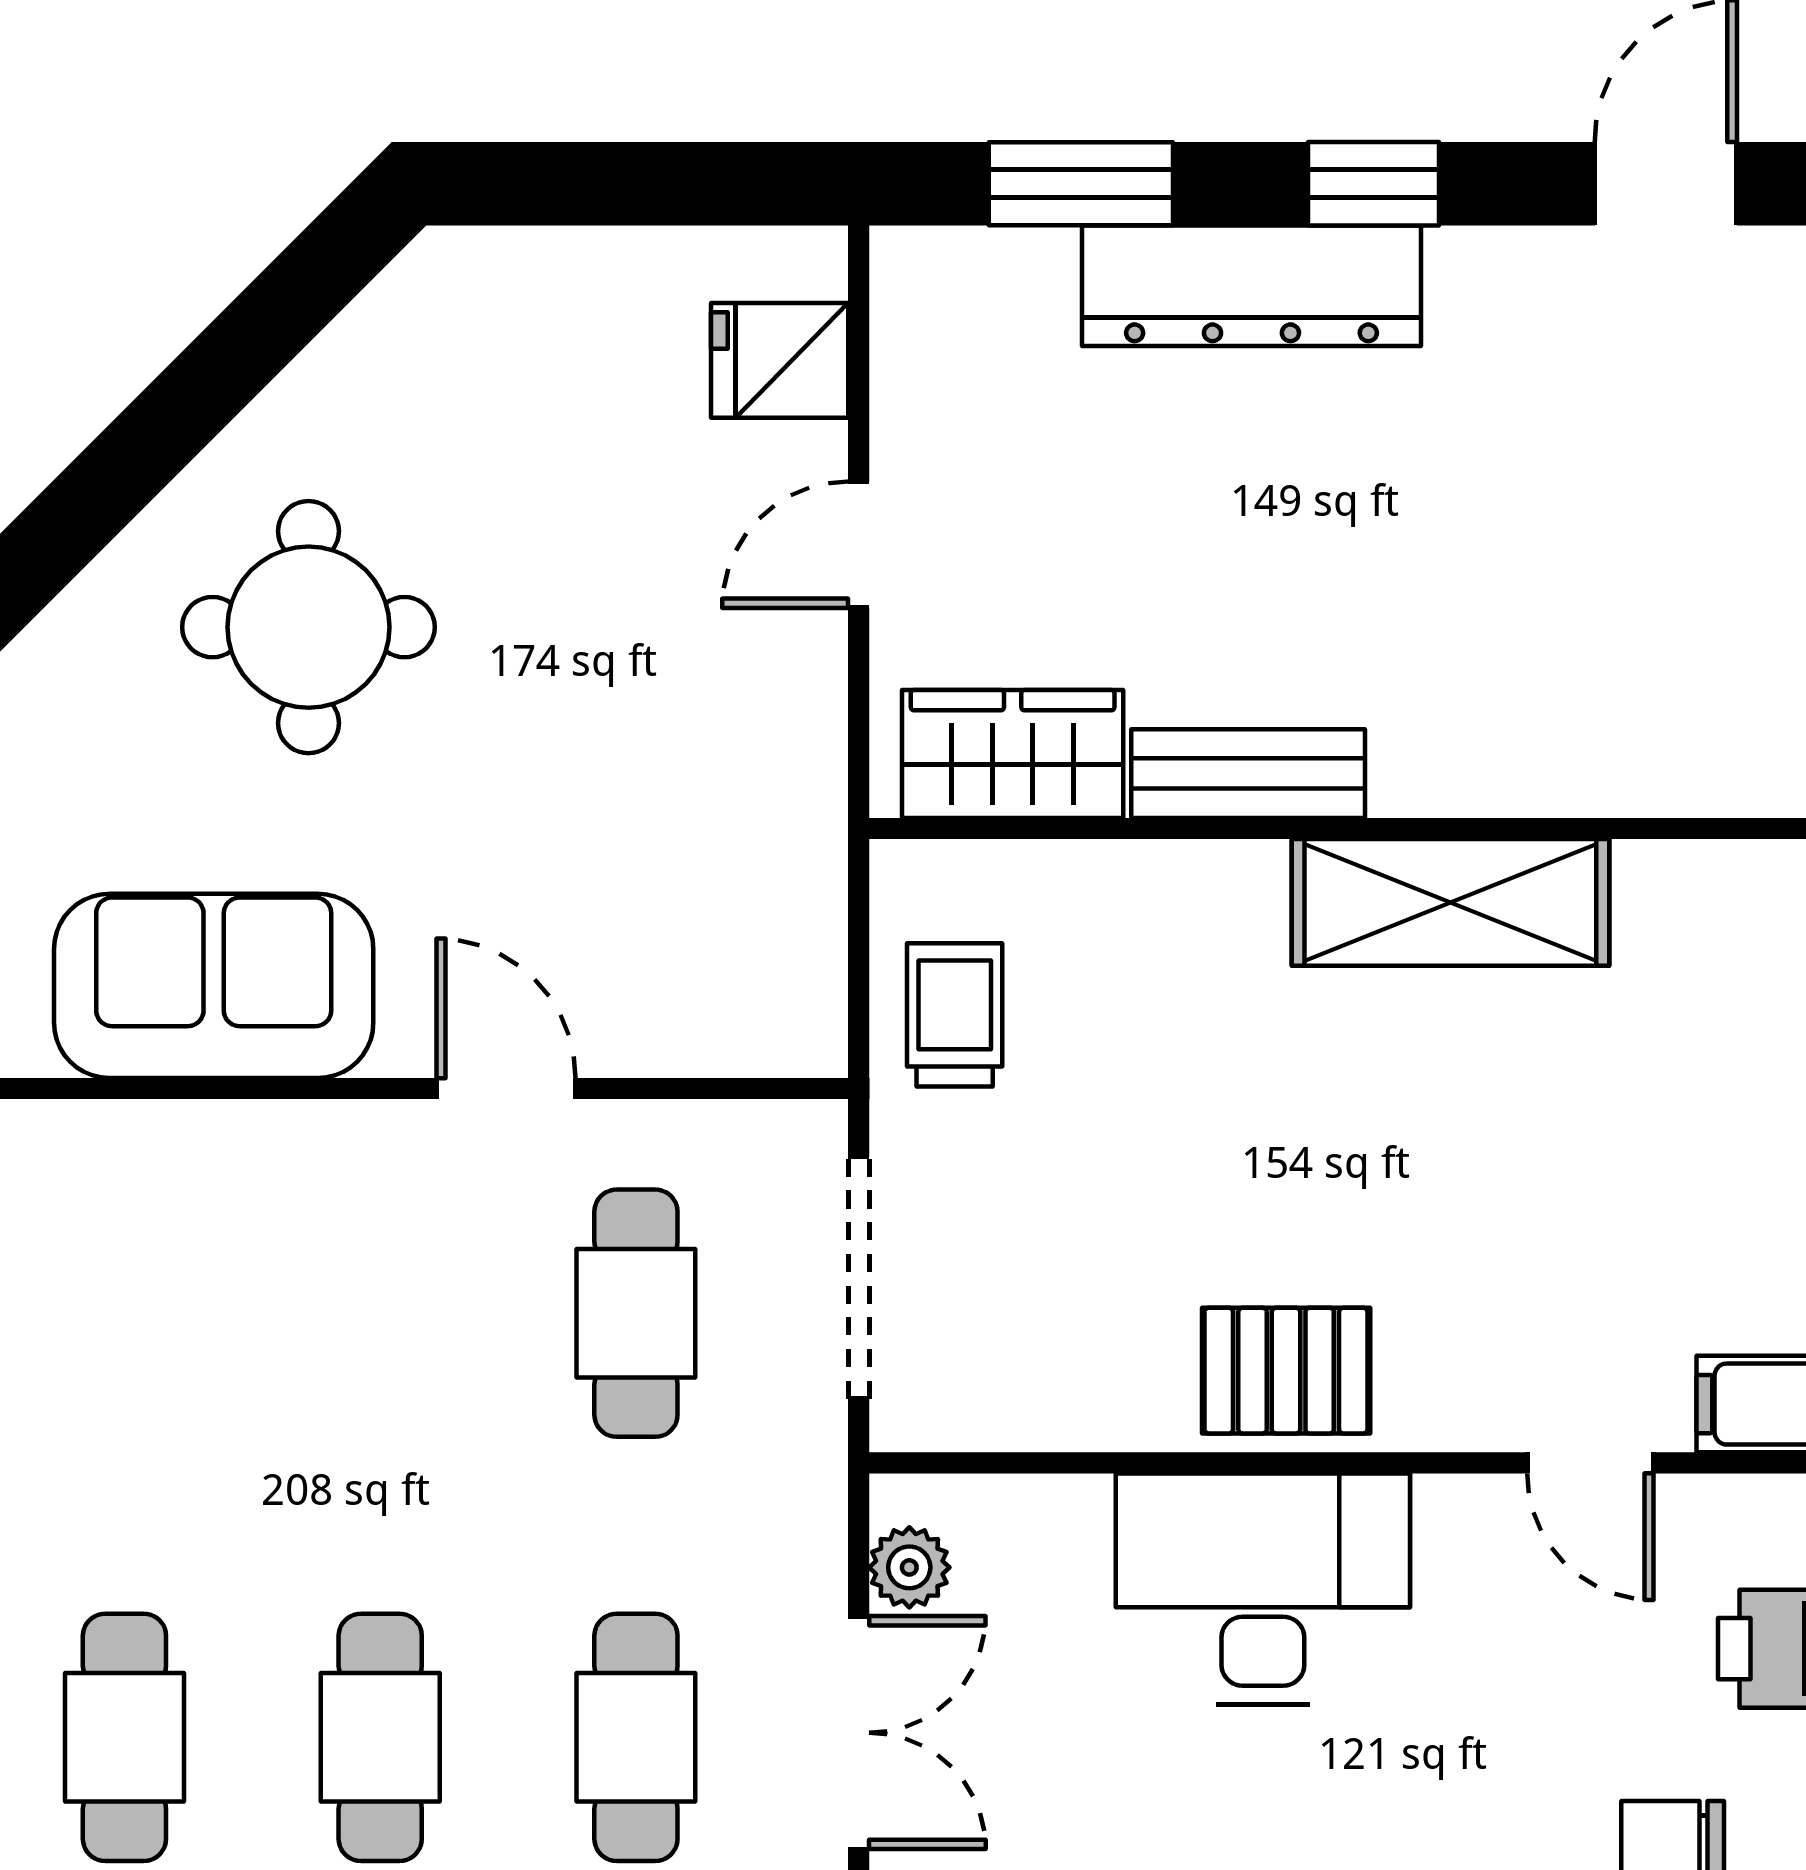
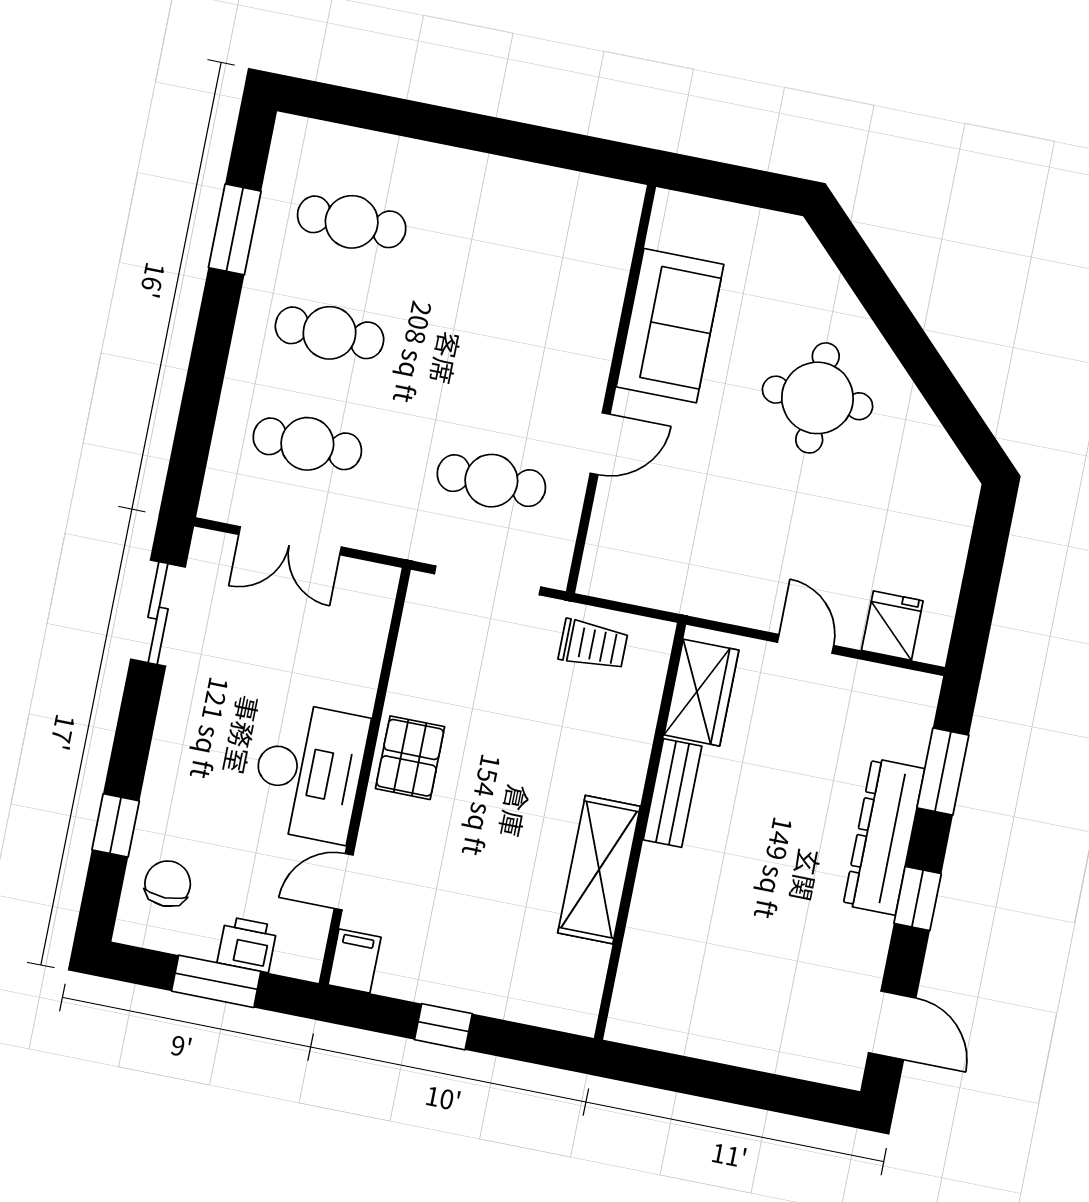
plant: (909, 1567) -> (357, 577), removed
desk: (1263, 1589) -> (309, 772), moved

